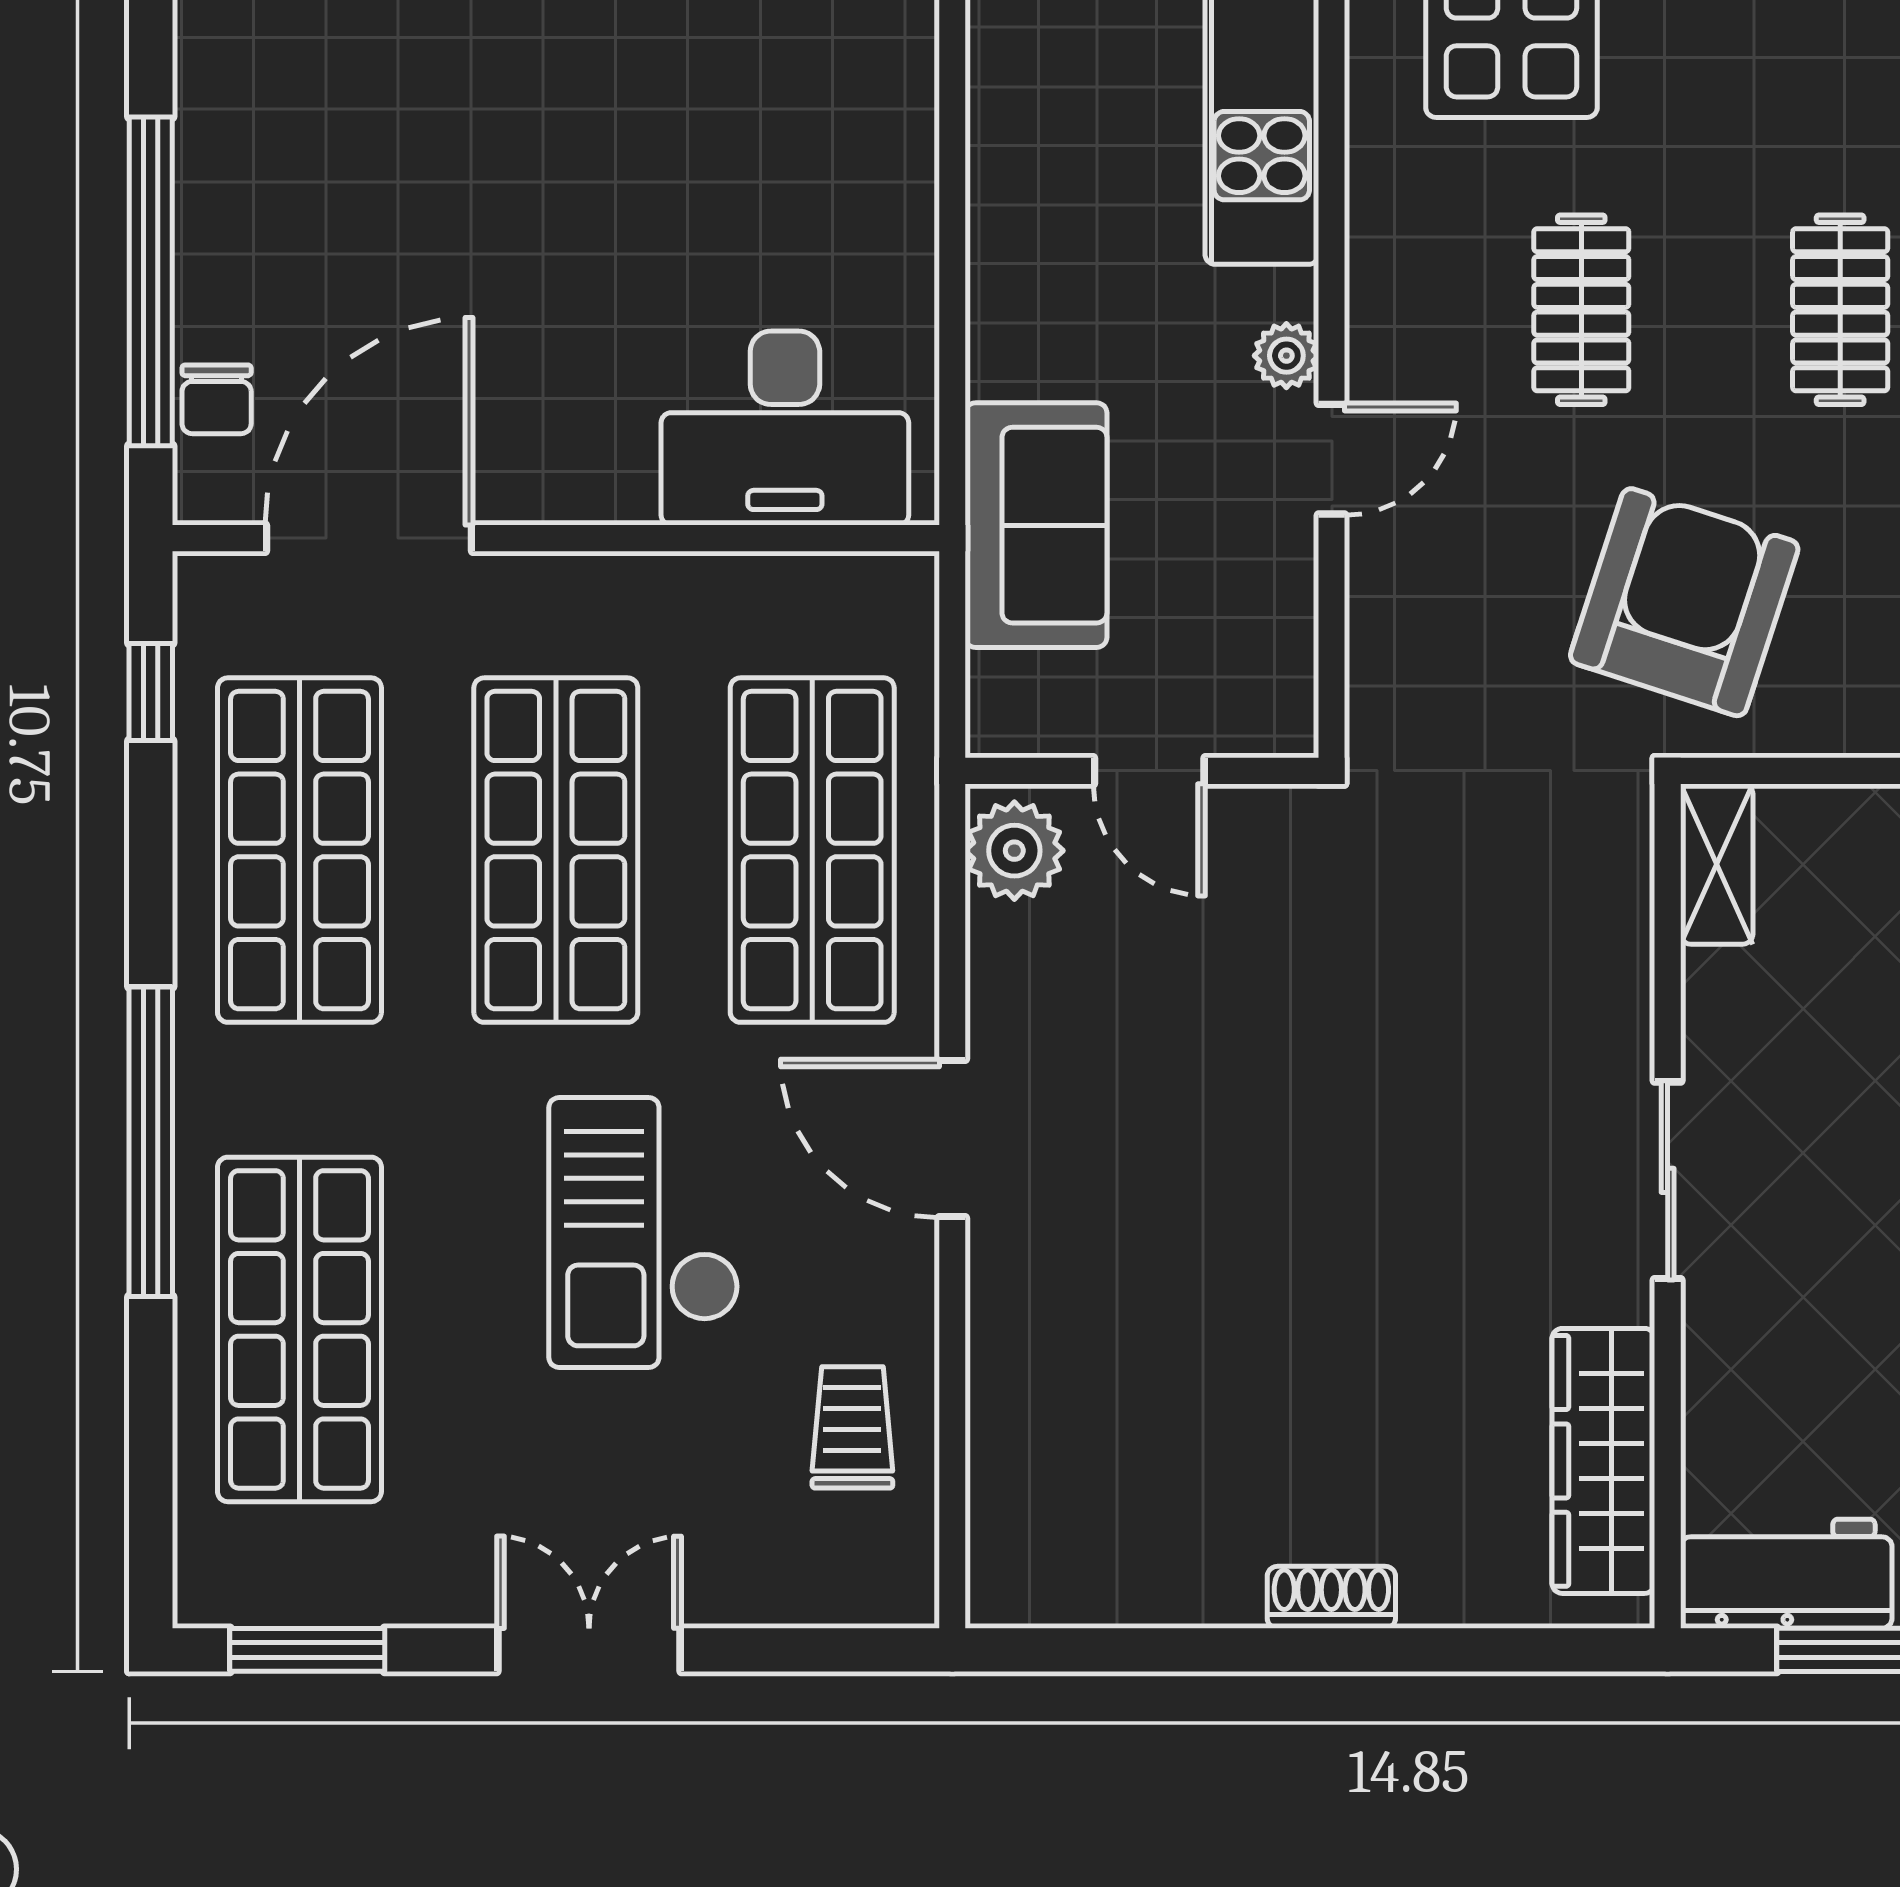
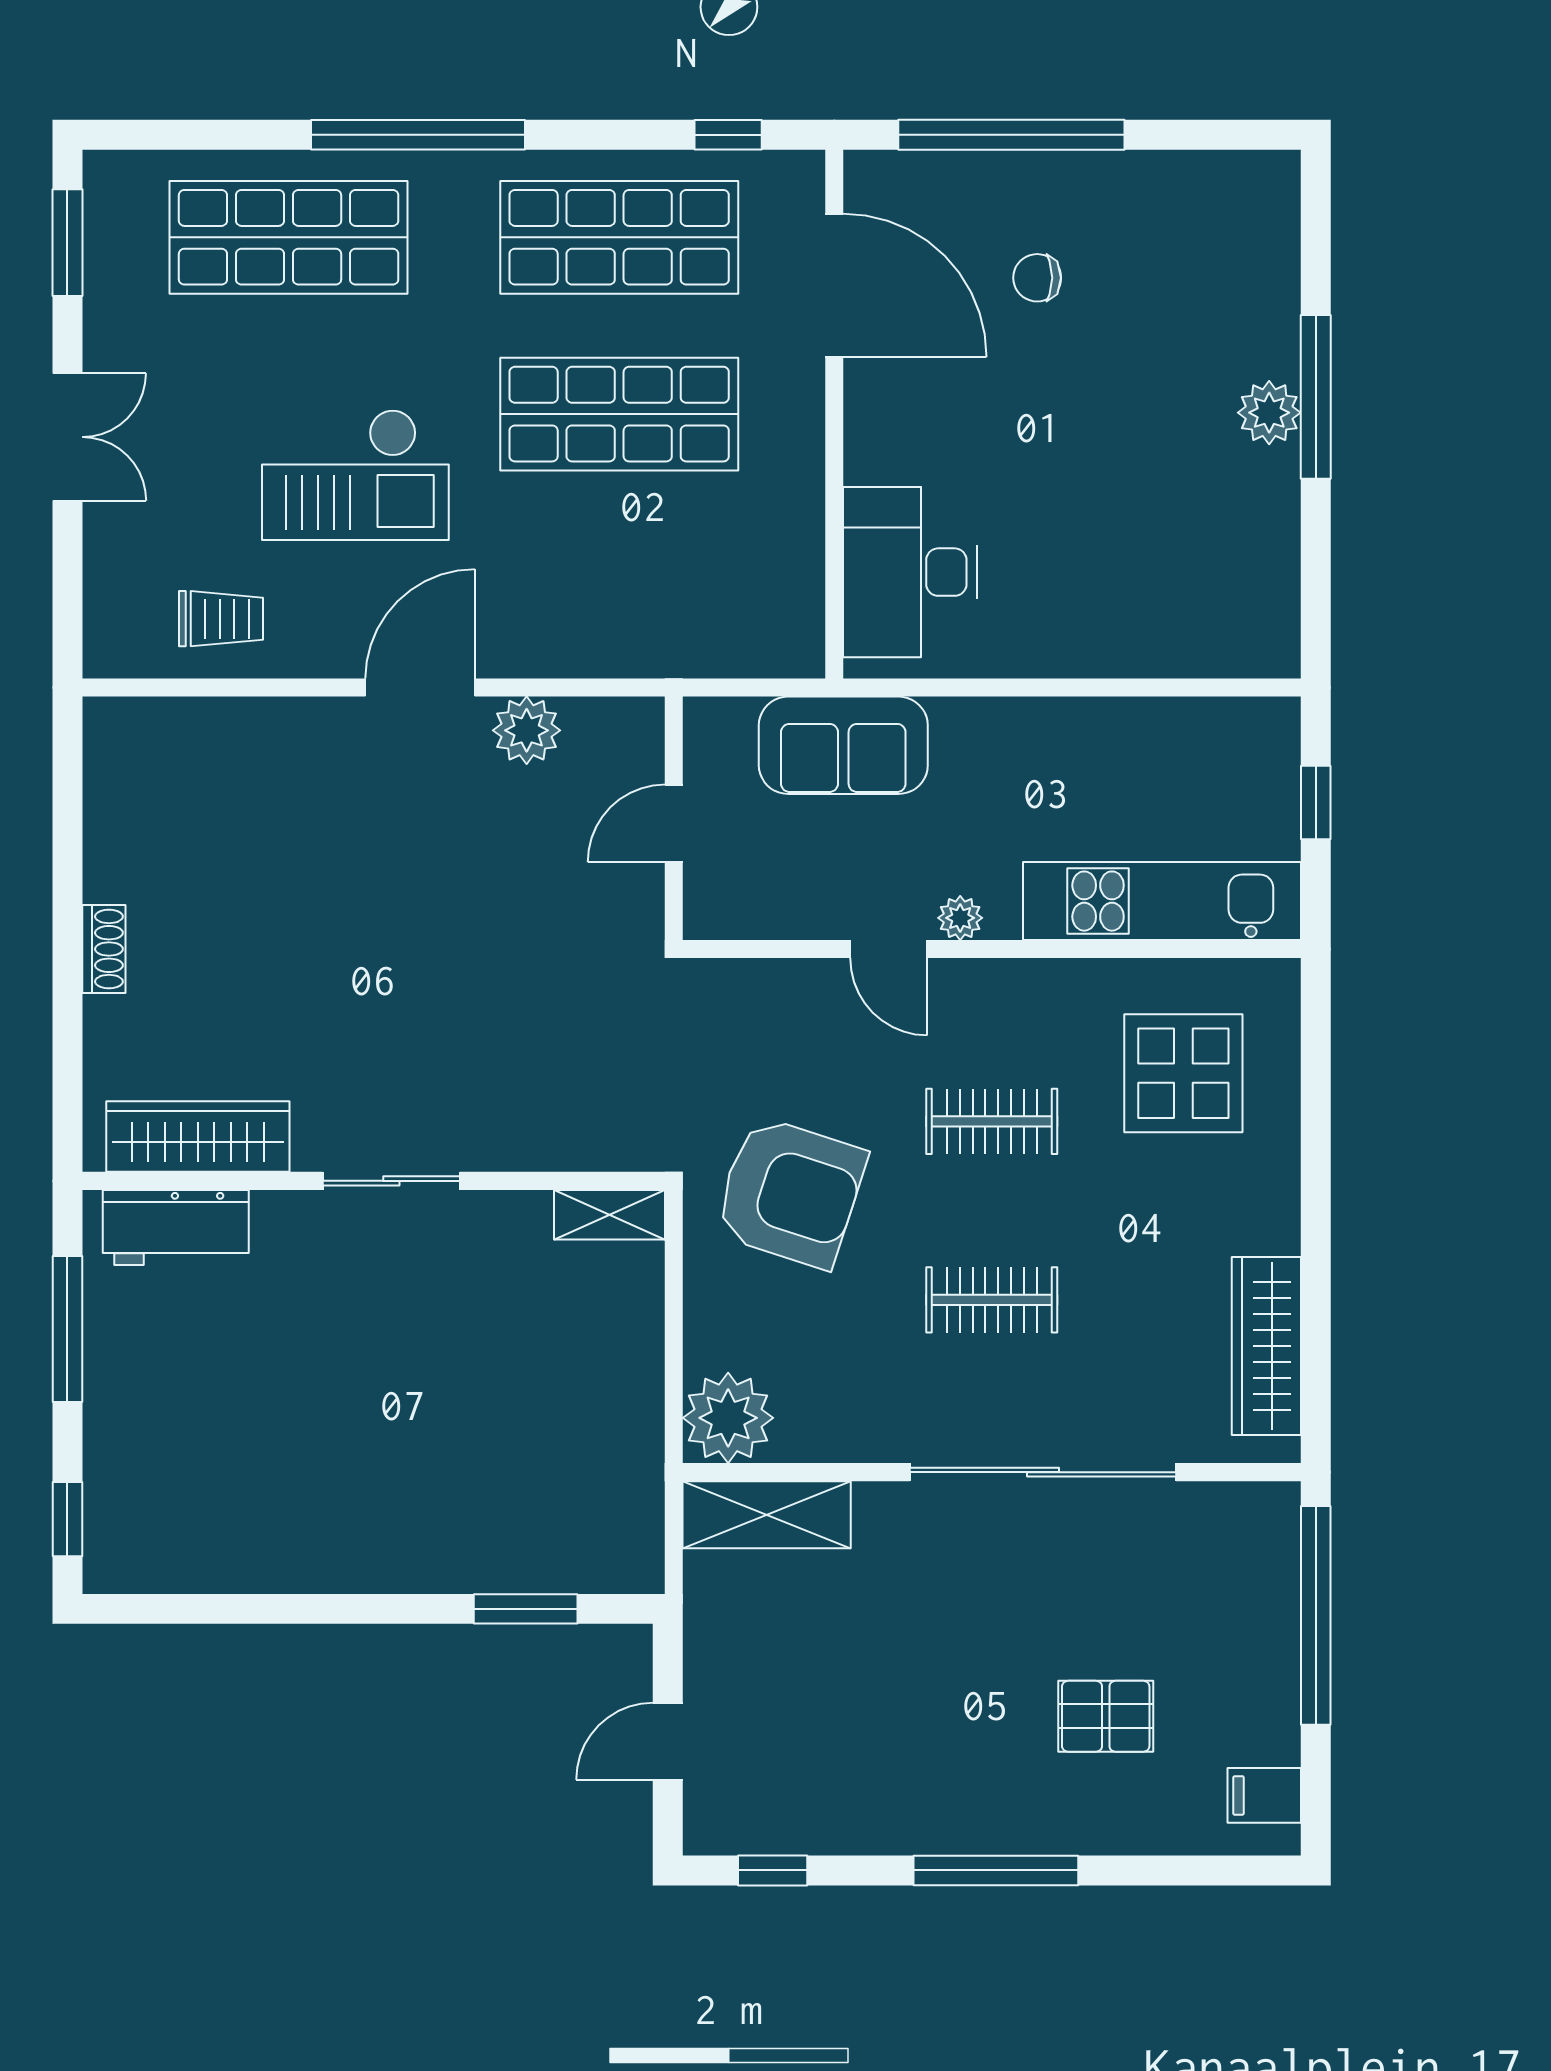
chair: (217, 399) -> (1037, 278), moved
shop shelf: (812, 850) -> (619, 591), removed
plant: (1014, 851) -> (527, 730), moved
checkout: (644, 1233) -> (355, 475), turned 180
workbench: (1786, 1574) -> (176, 1227), moved, turned 90

